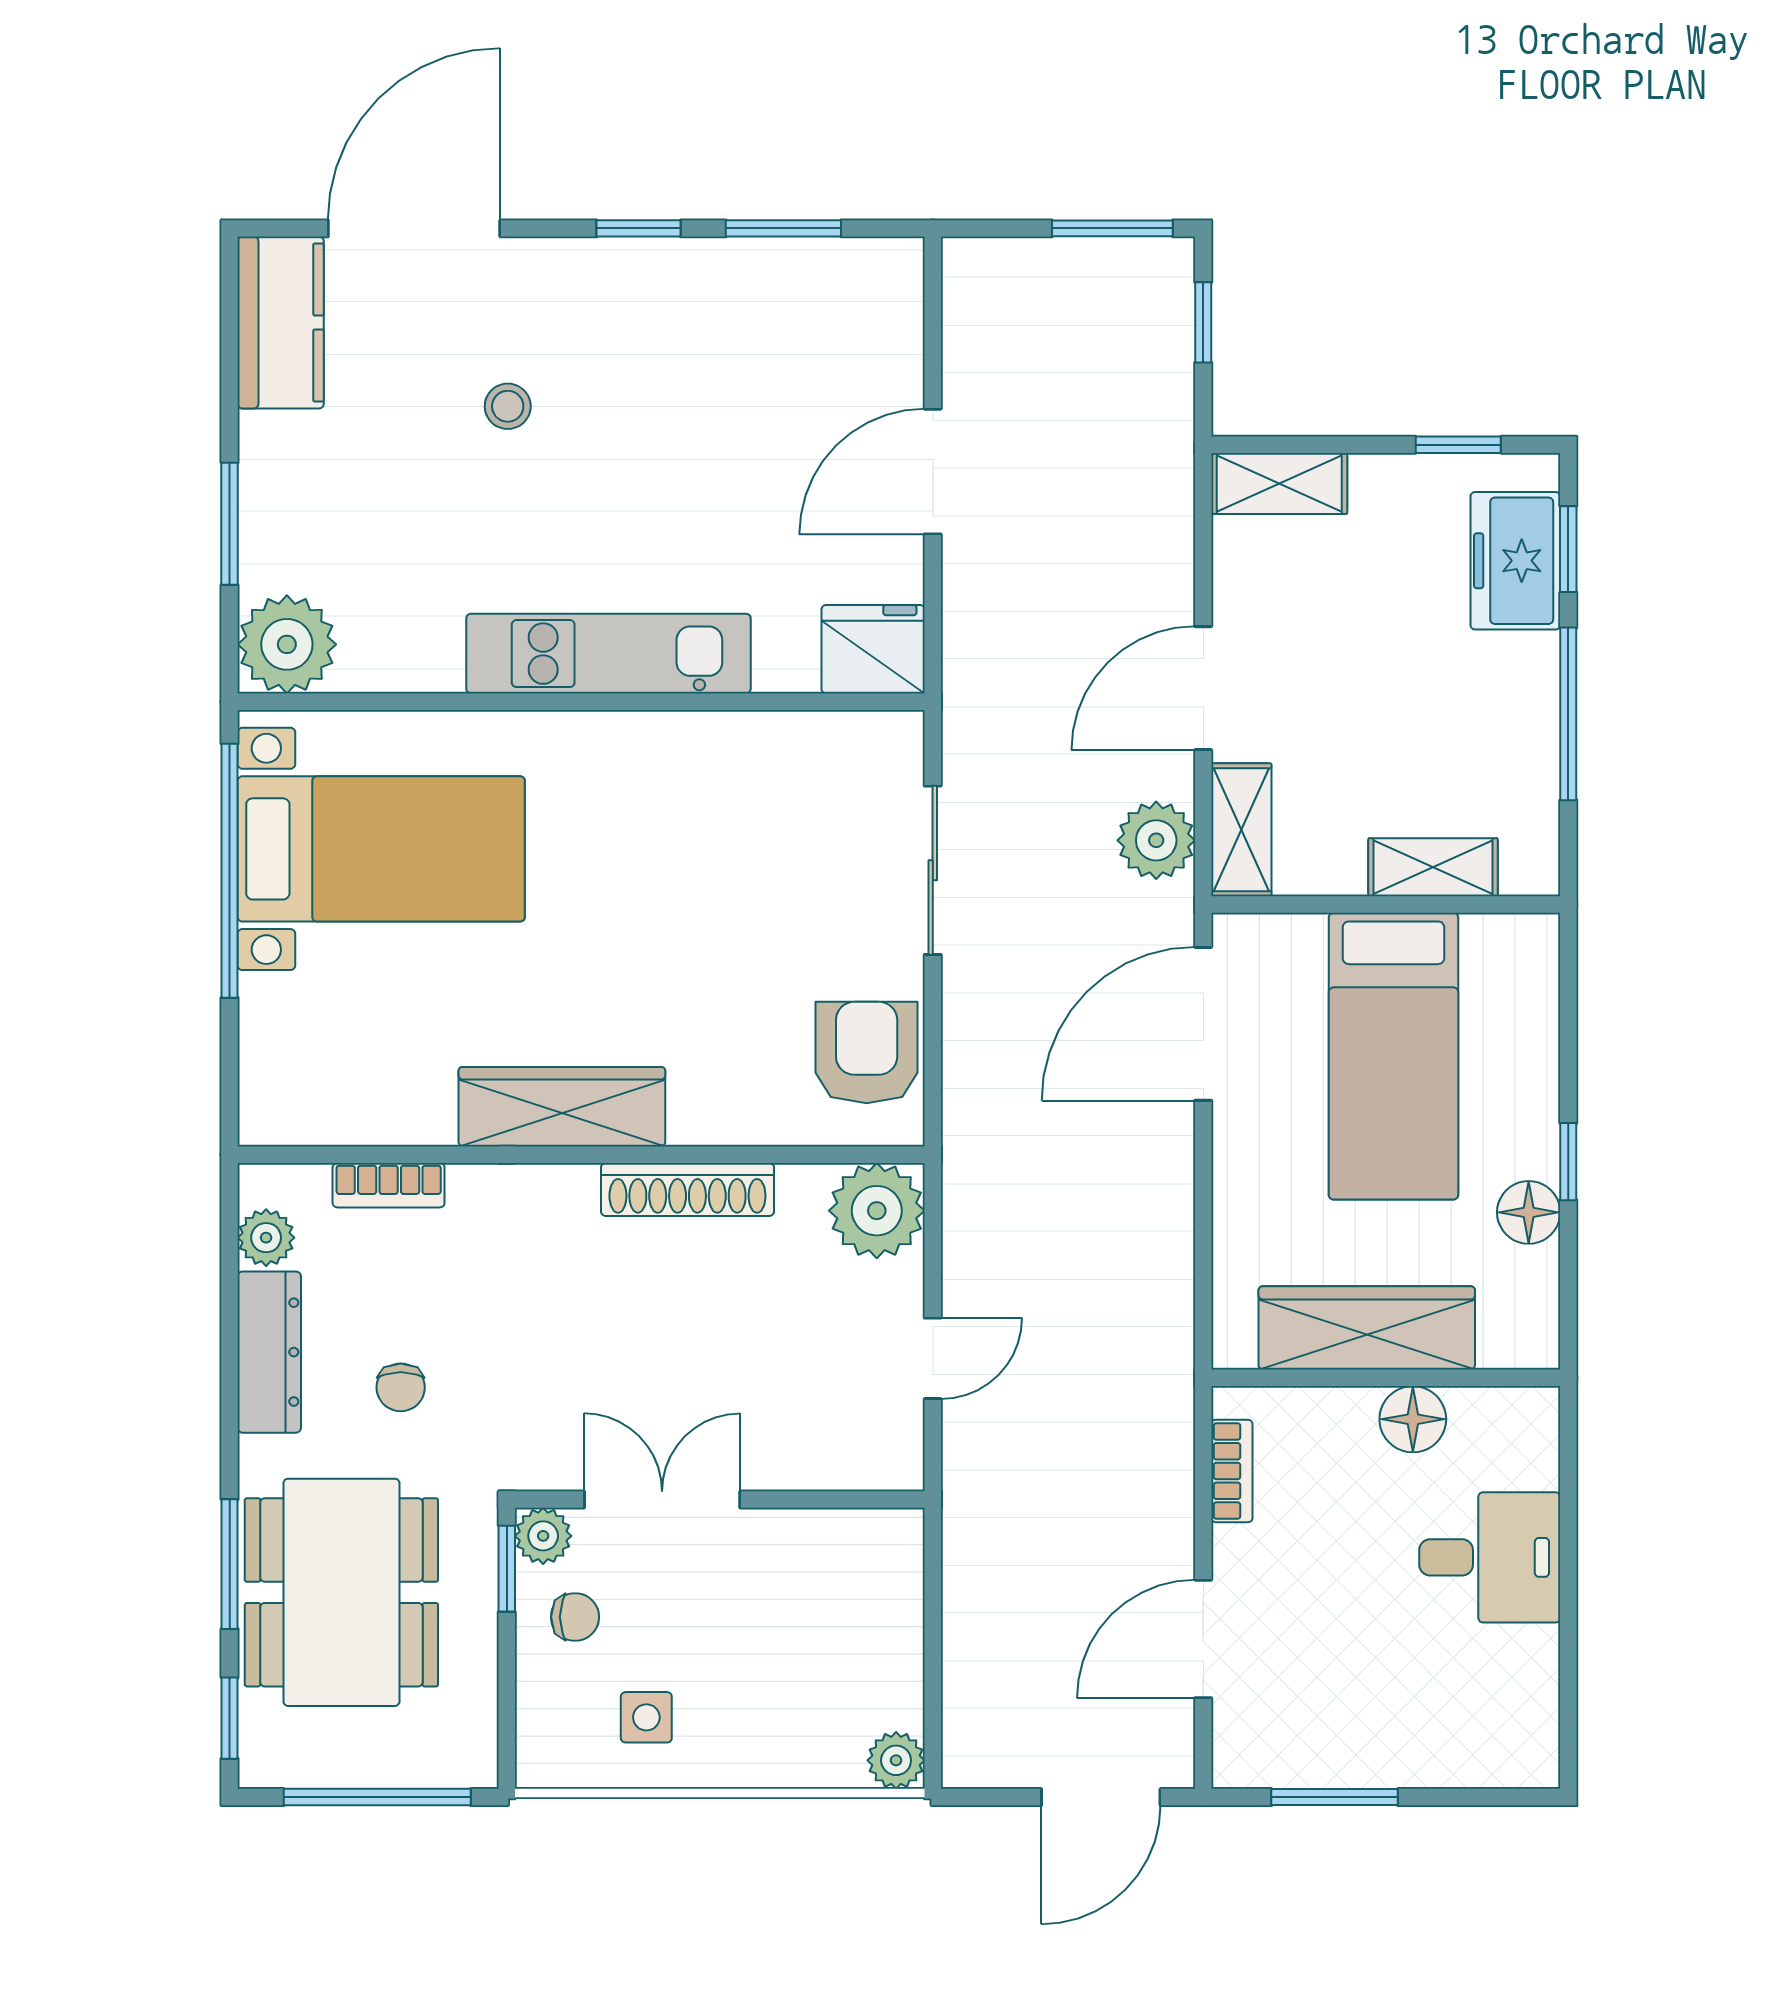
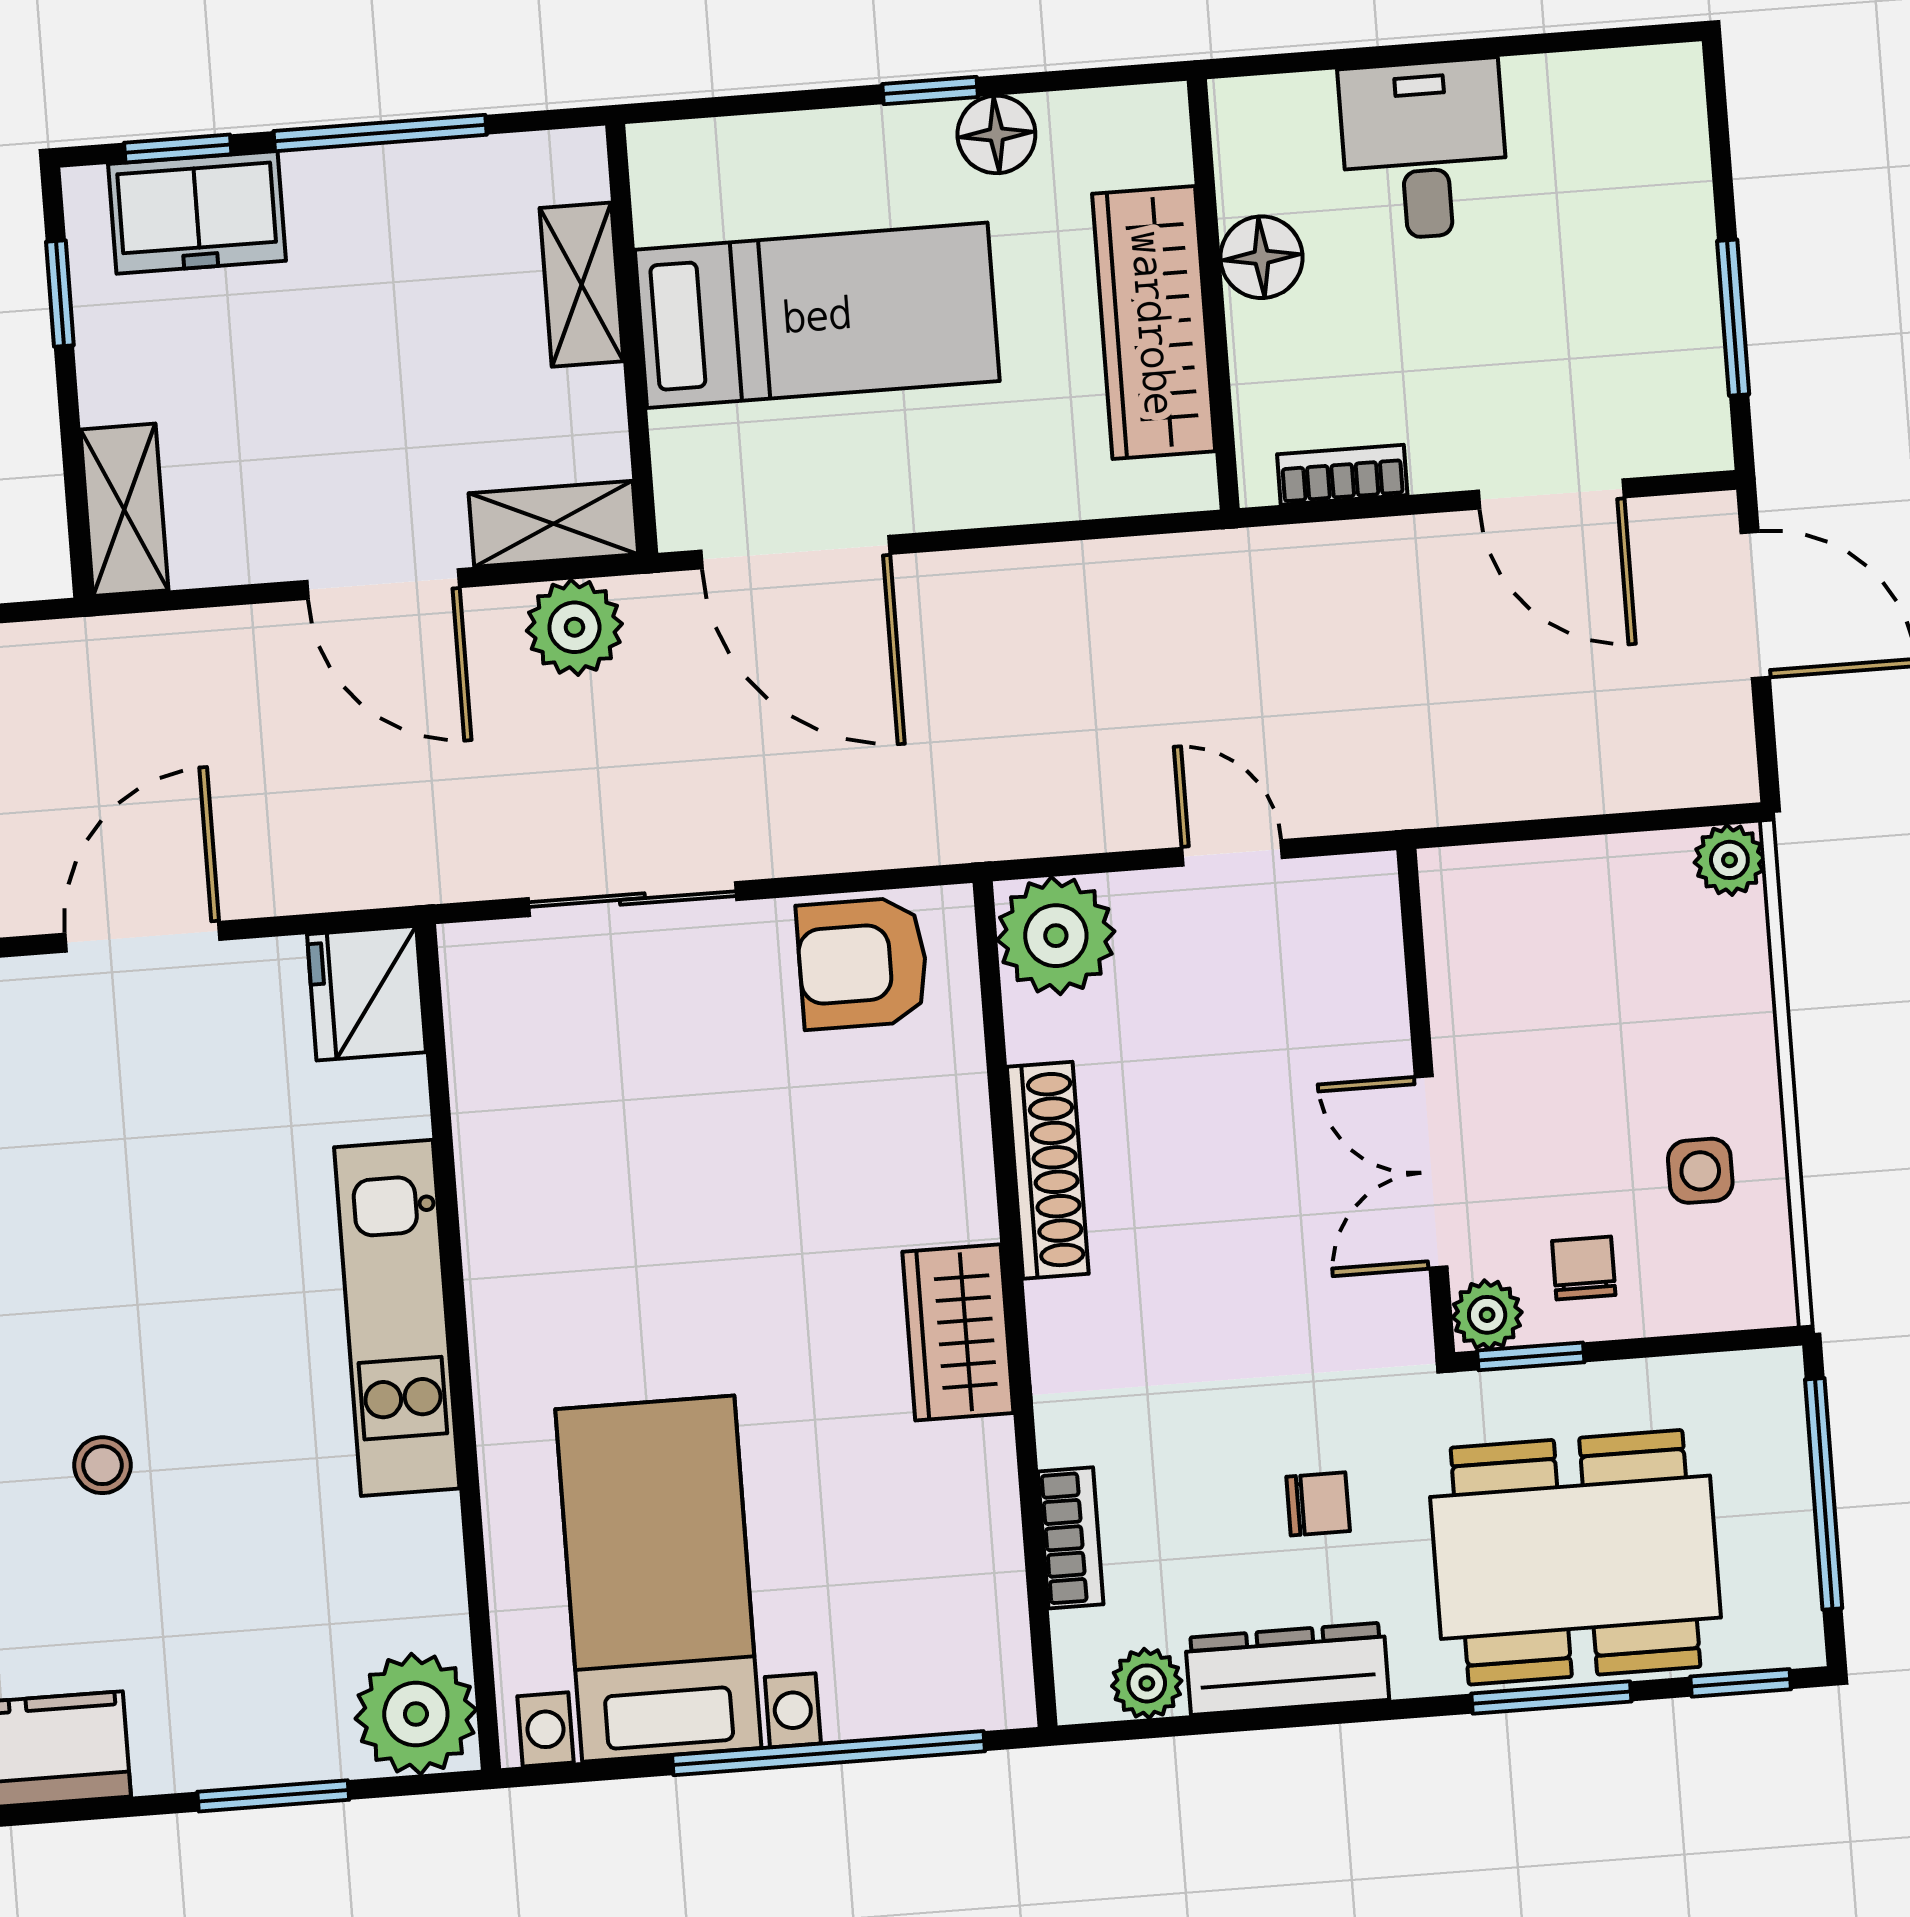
door: (933, 472) -> (143, 937), swing flipped
window: (230, 871) -> (828, 1753), moved
wardrobe: (562, 1107) -> (958, 1332), width x0.67

